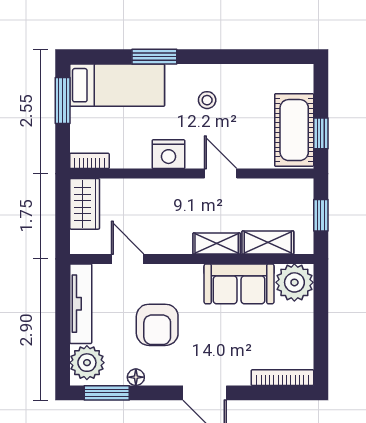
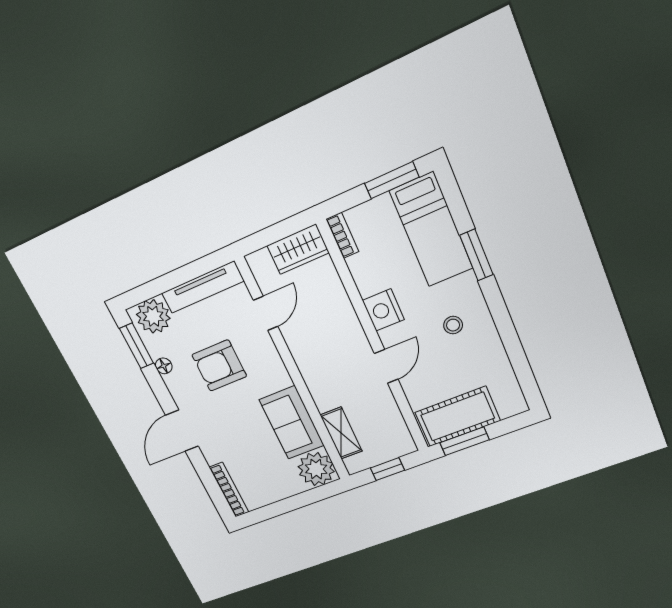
window: (321, 133) -> (464, 441), width x1.50
shelving: (217, 243) -> (319, 389), removed

